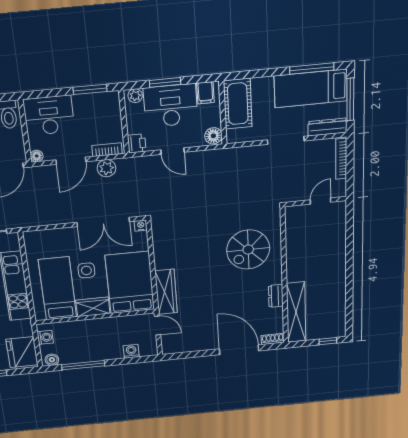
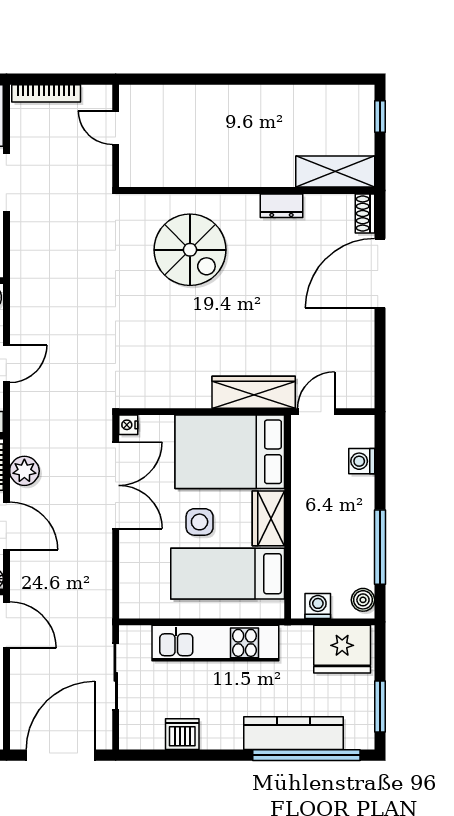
shelving: (296, 312) -> (335, 172), width x0.68

